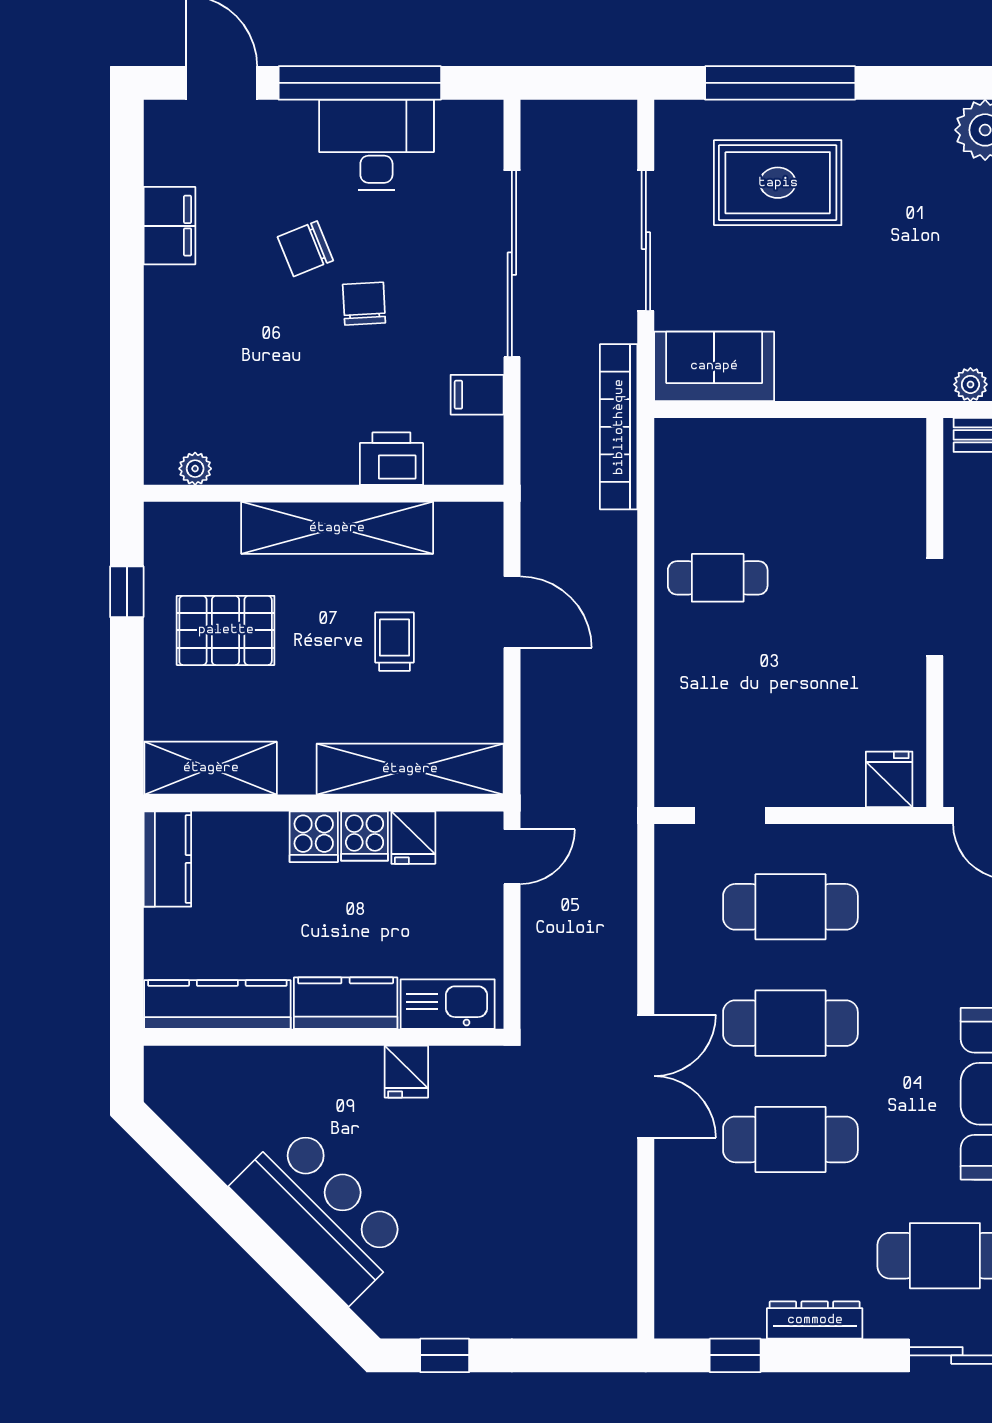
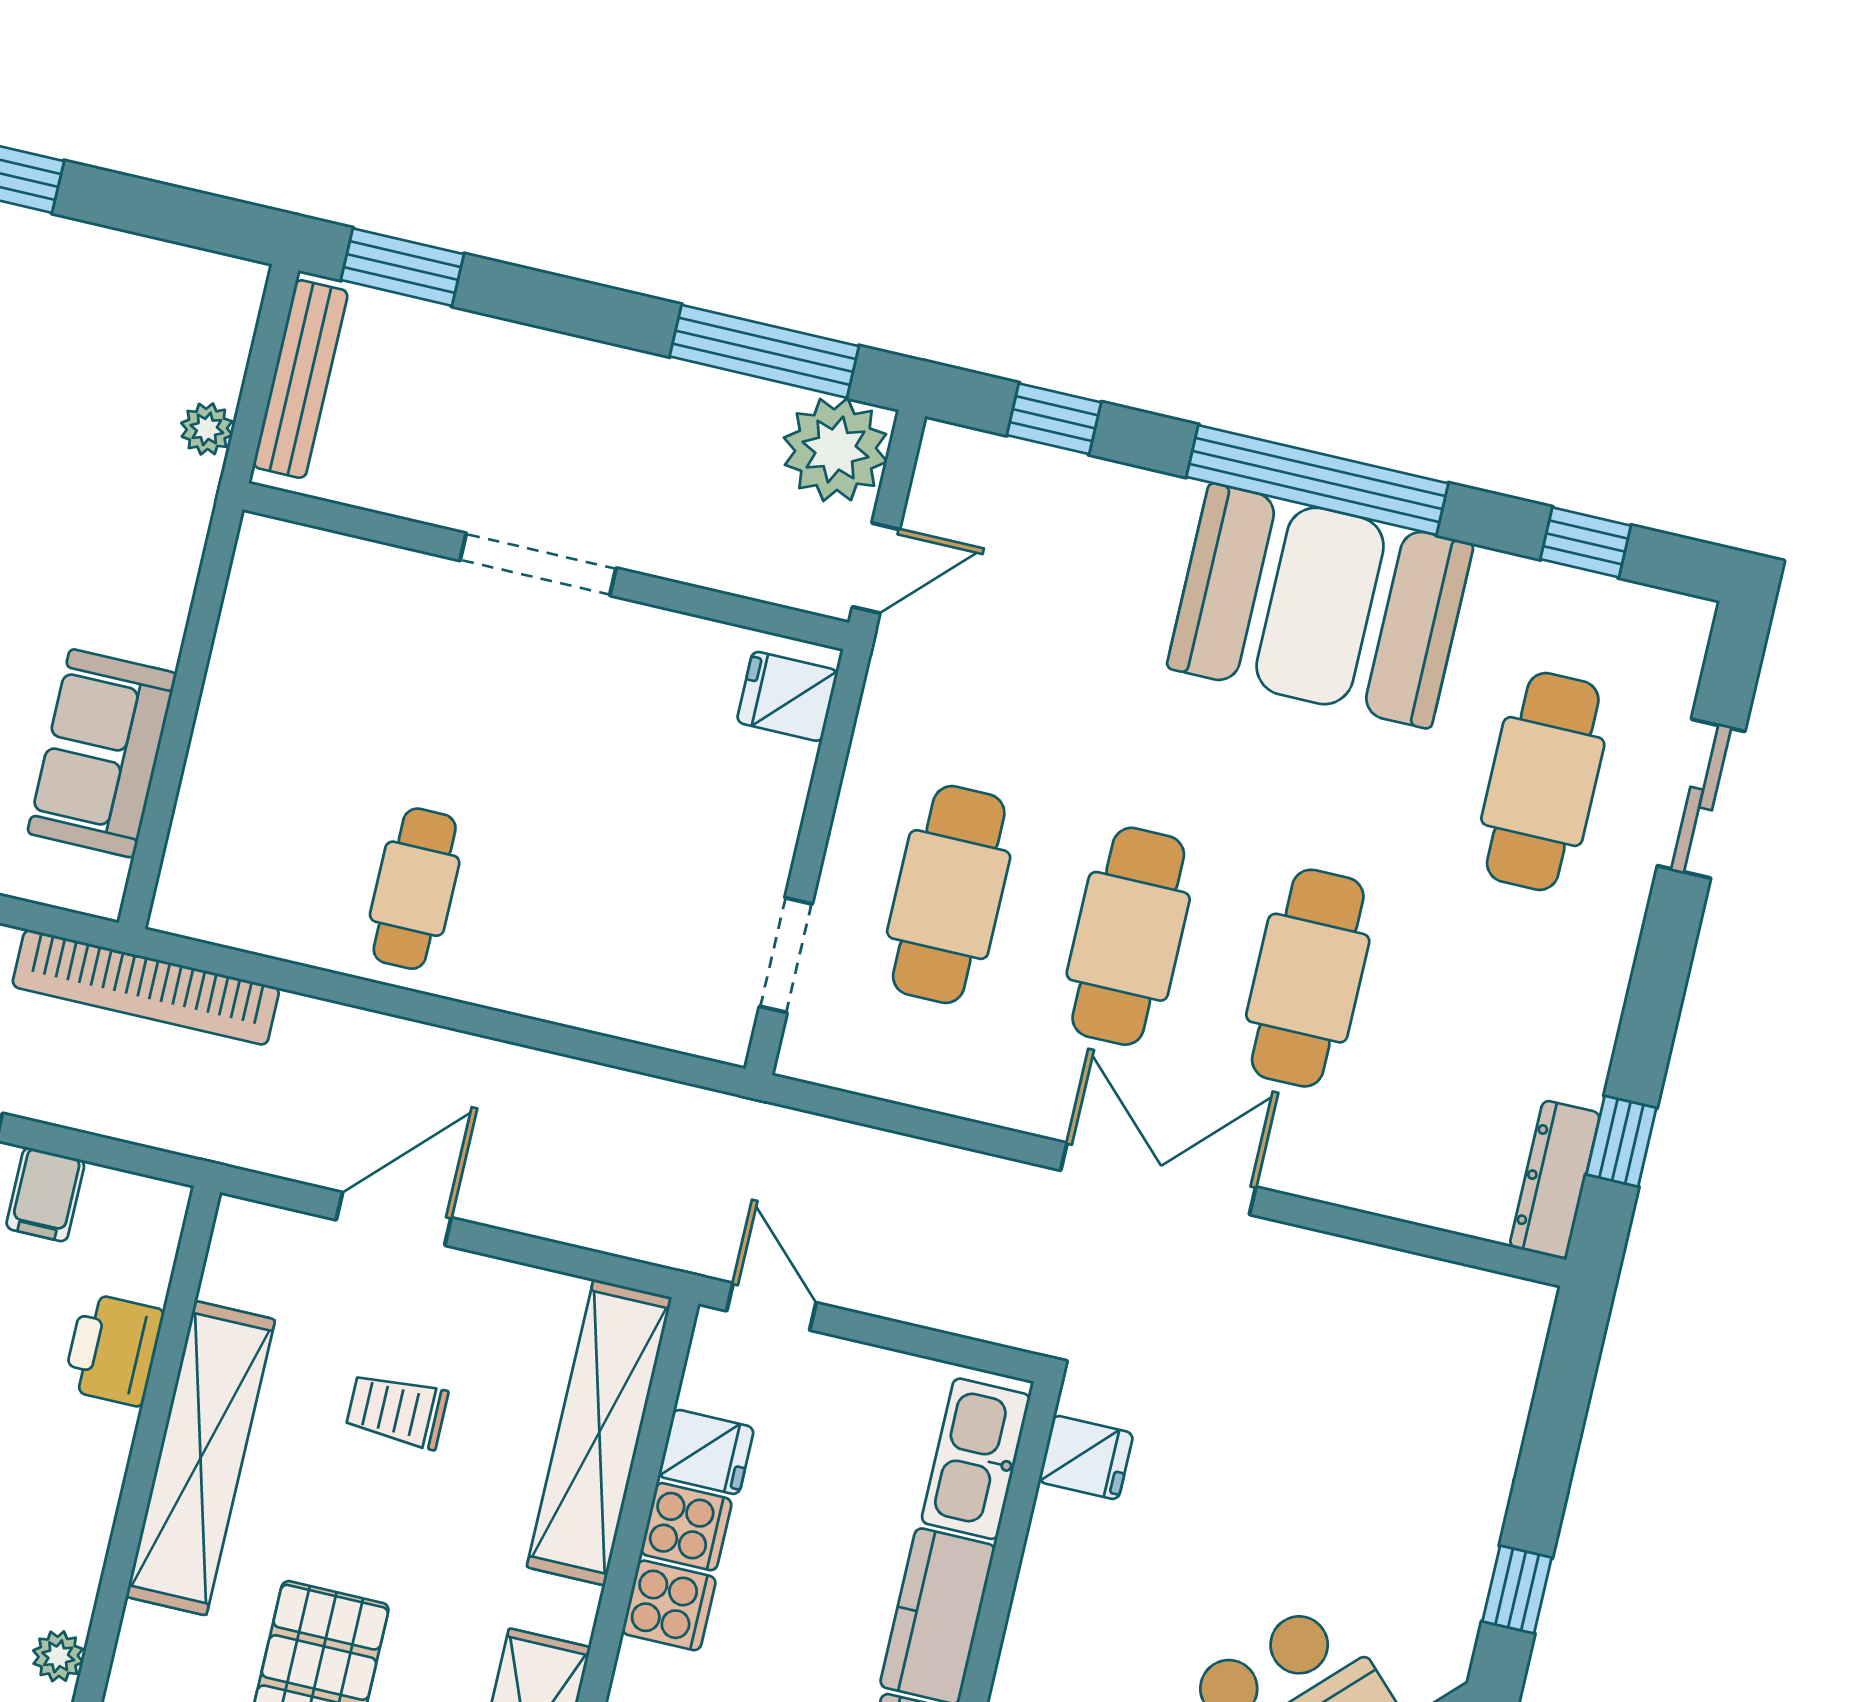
sofa: (714, 366) -> (102, 753), moved
fridge: (406, 1072) -> (1086, 1457), moved
dresser: (815, 1320) -> (1555, 1180), moved

